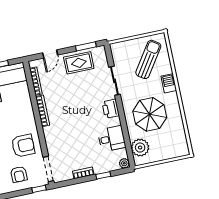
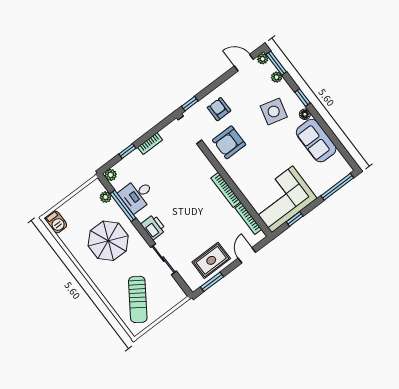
barbecue: (169, 83) -> (56, 222), moved
window: (126, 136) -> (123, 206), added
plant: (140, 148) -> (106, 197), width x0.53, depth x0.53

